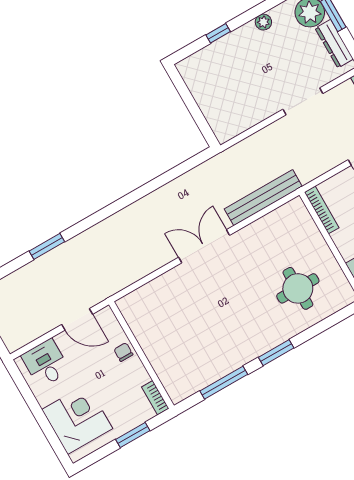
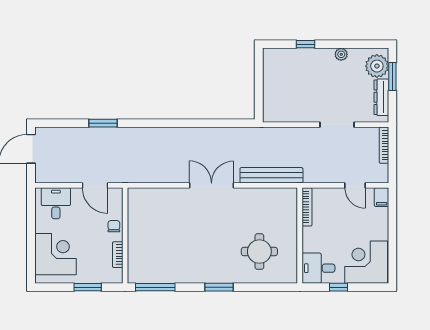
window: (224, 383) -> (155, 287), moved
bookcase: (155, 398) -> (118, 255), moved

